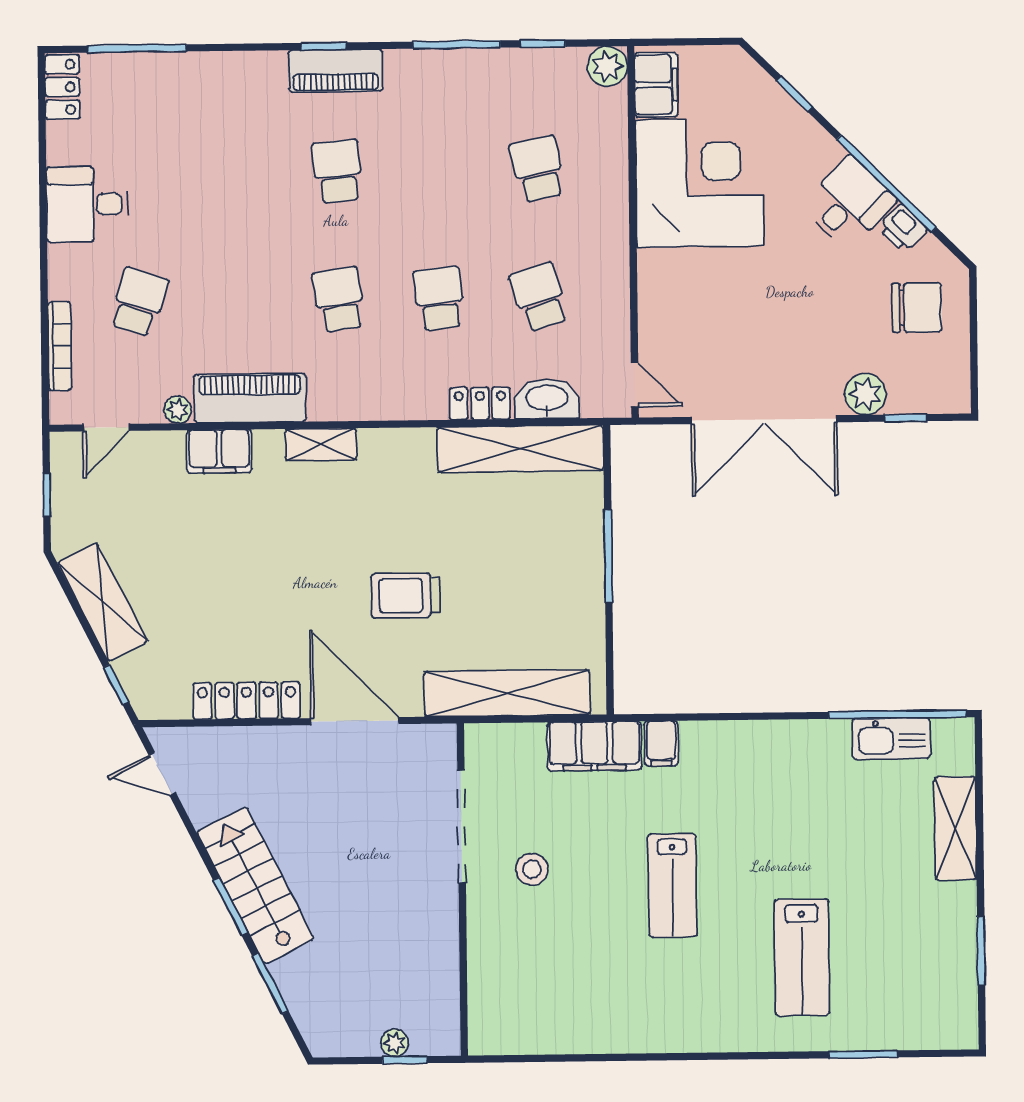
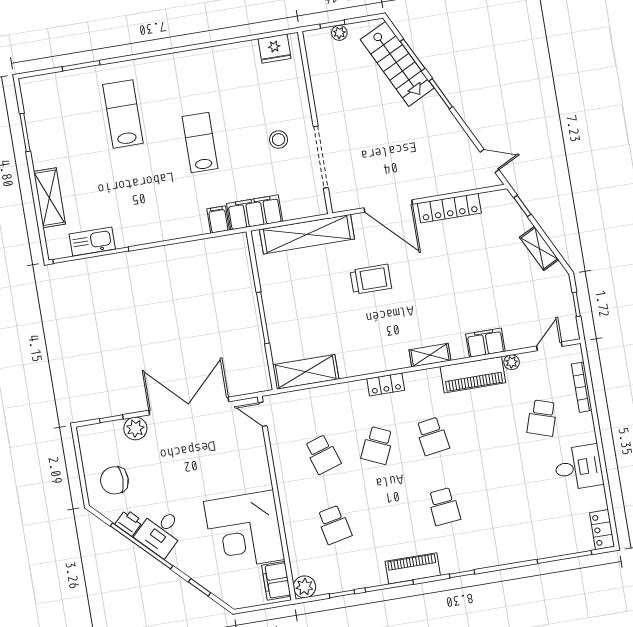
piano: (336, 71) -> (413, 568), moved
school desk: (439, 298) -> (377, 445), turned 30
washbasin: (547, 399) -> (310, 399), removed
locker: (480, 403) -> (386, 384), moved
shelving: (520, 449) -> (306, 372), width x0.68
shelving: (103, 602) -> (539, 248), width x0.67, depth x0.75
stairs: (255, 885) -> (397, 64), moved
fridge: (514, 1032) -> (274, 49), added

